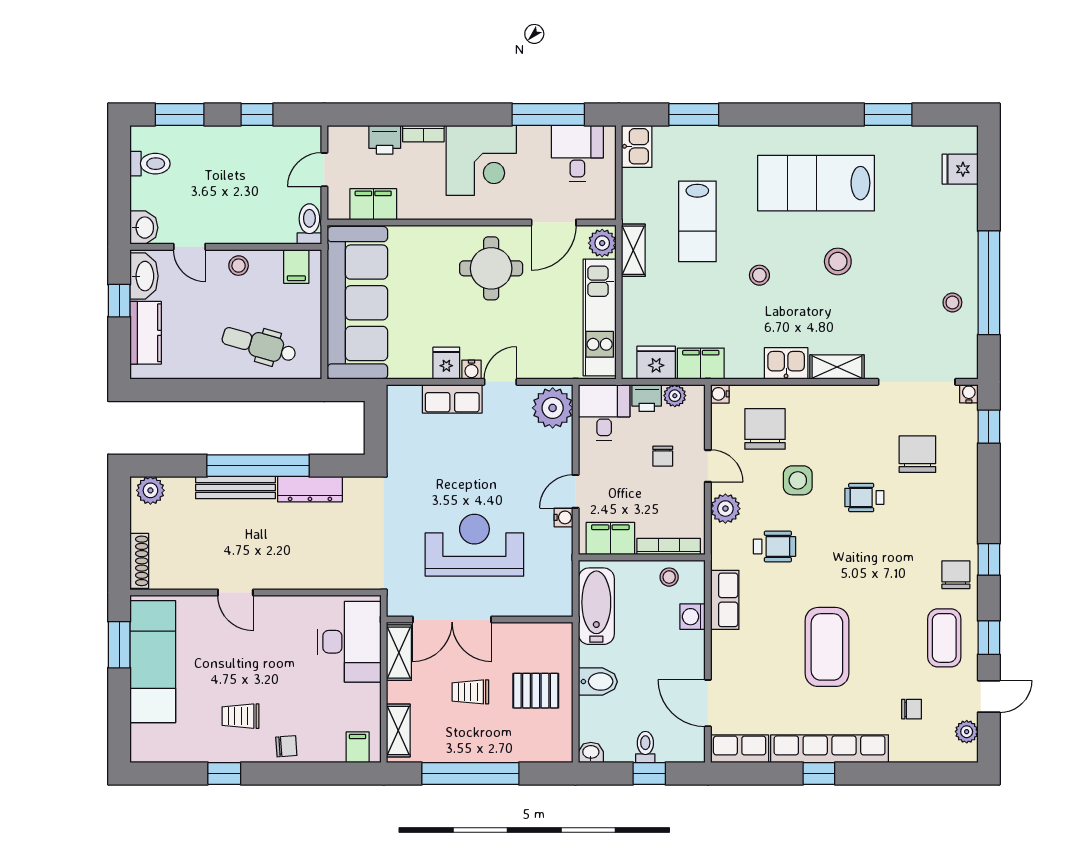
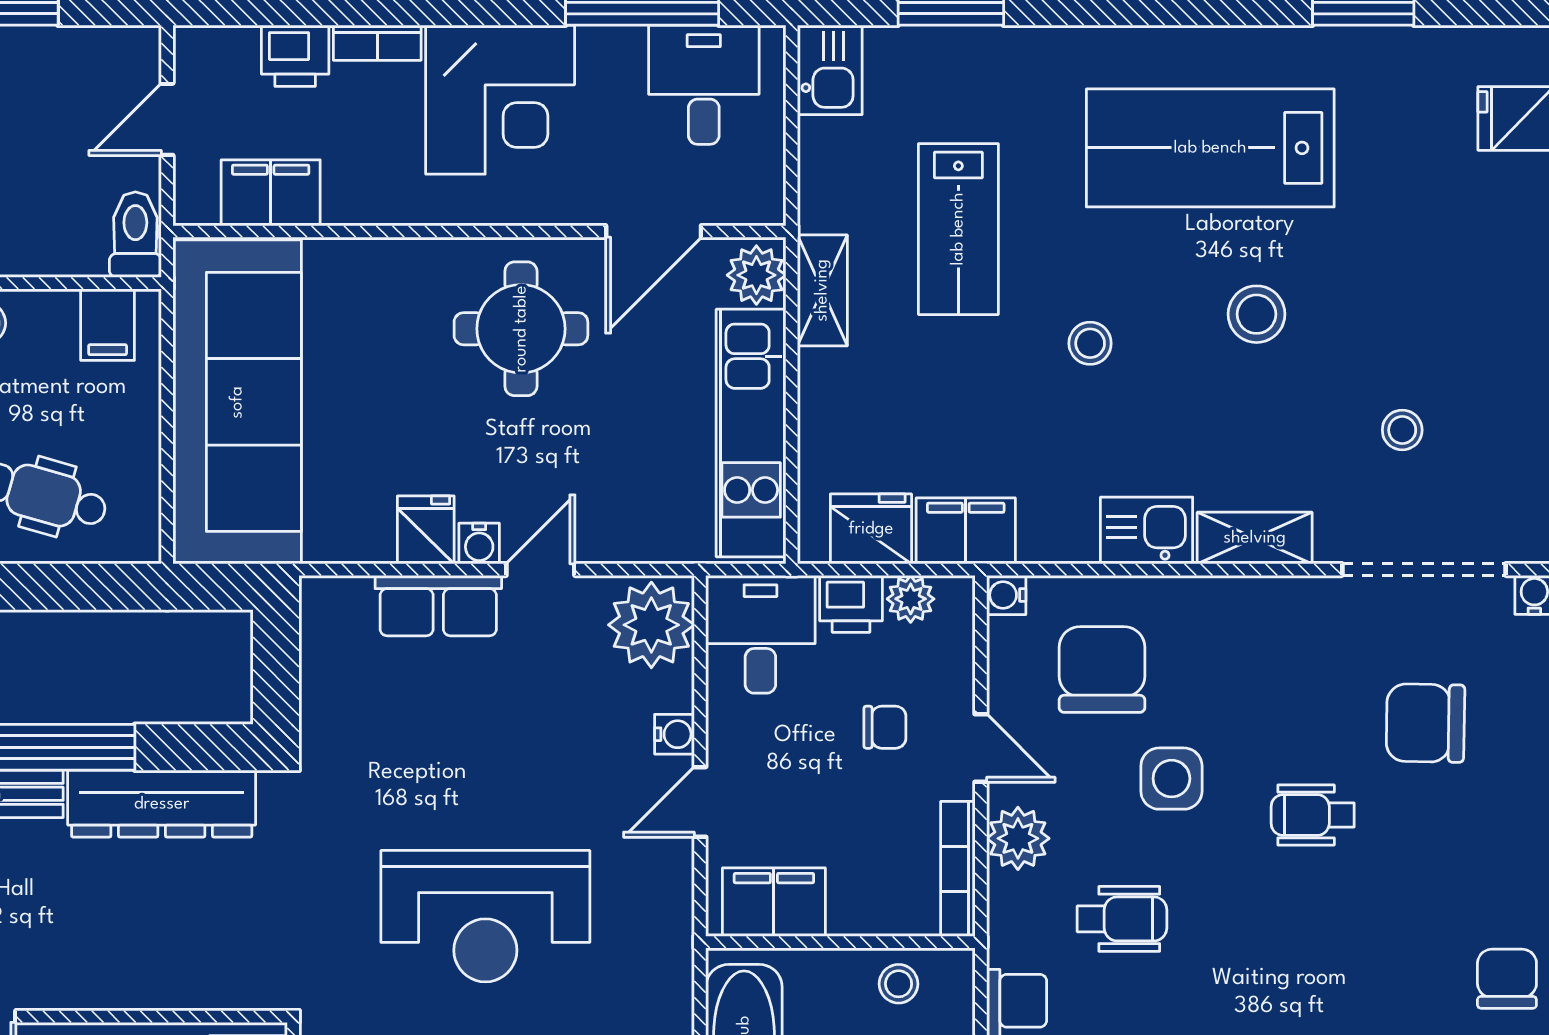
stool: (952, 302) -> (1402, 430), moved
chair: (917, 454) -> (1425, 723), turned -89
chair: (663, 456) -> (885, 727), turned -90
dresser: (310, 489) -> (162, 804), width x1.37, depth x1.24
water cooler: (563, 517) -> (674, 734), moved
reception desk: (474, 545) -> (485, 916), turned 180
bookcase: (669, 547) -> (958, 869), moved, turned -90

